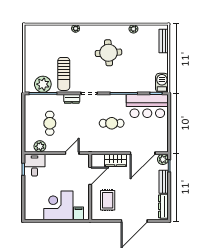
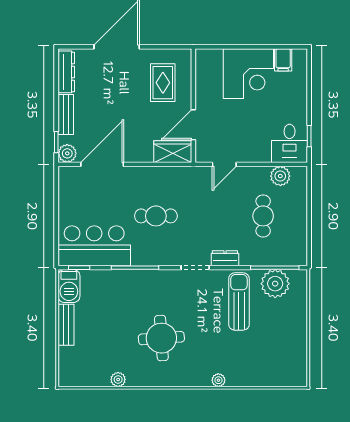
bench: (164, 41) -> (66, 325), moved
wardrobe: (116, 160) -> (173, 152), moved
filing cabinet: (78, 213) -> (283, 60), moved

